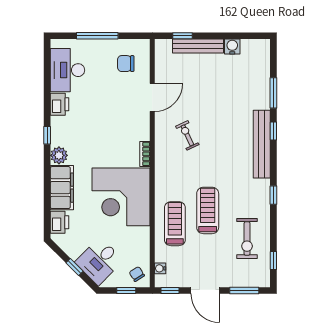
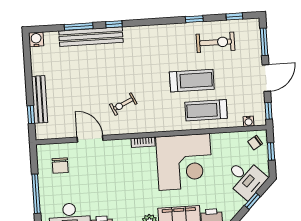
water cooler: (232, 47) -> (36, 39), moved, turned 90
bench: (262, 144) -> (91, 37), moved
window: (273, 195) -> (194, 19), moved
treadmill: (208, 210) -> (192, 81), turned 180

